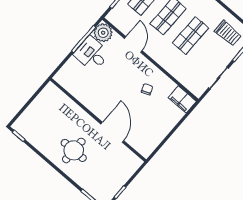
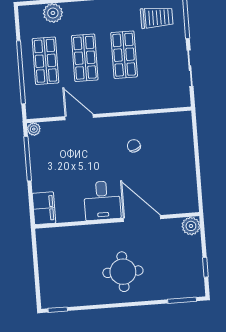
plant: (103, 33) -> (34, 129), width x0.53, depth x0.53
desk: (92, 54) -> (102, 201), moved, turned -90
filing cabinet: (182, 99) -> (44, 208), moved, turned -90
plant: (134, 163) -> (191, 226), added

